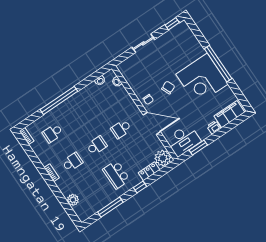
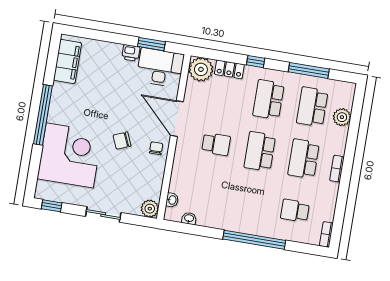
plant: (124, 67) -> (150, 209), added
corner desk: (202, 79) -> (70, 155), moved
filing cabinet: (229, 114) -> (67, 61), moved, turned -90
printer: (214, 127) -> (131, 53), moved
school desk: (53, 133) -> (295, 211), turned 180
school desk: (97, 146) -> (260, 151), width x1.85
school desk: (72, 162) -> (304, 159), width x1.85
school desk: (116, 175) -> (269, 100), turned 180
school desk: (92, 191) -> (312, 107), added

